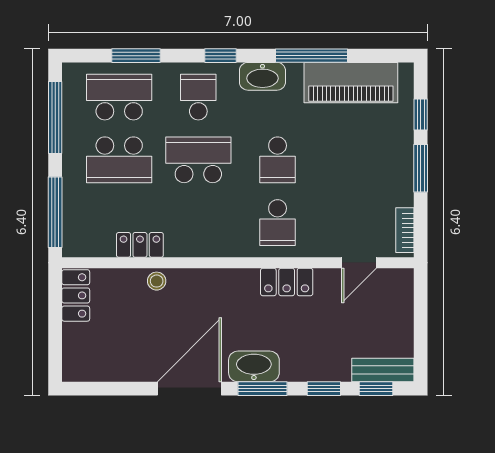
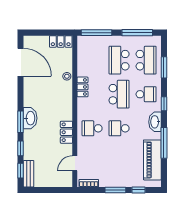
locker: (140, 245) -> (82, 87), moved
door: (359, 263) -> (75, 163), hinge flipped
door: (189, 389) -> (21, 62), moved

